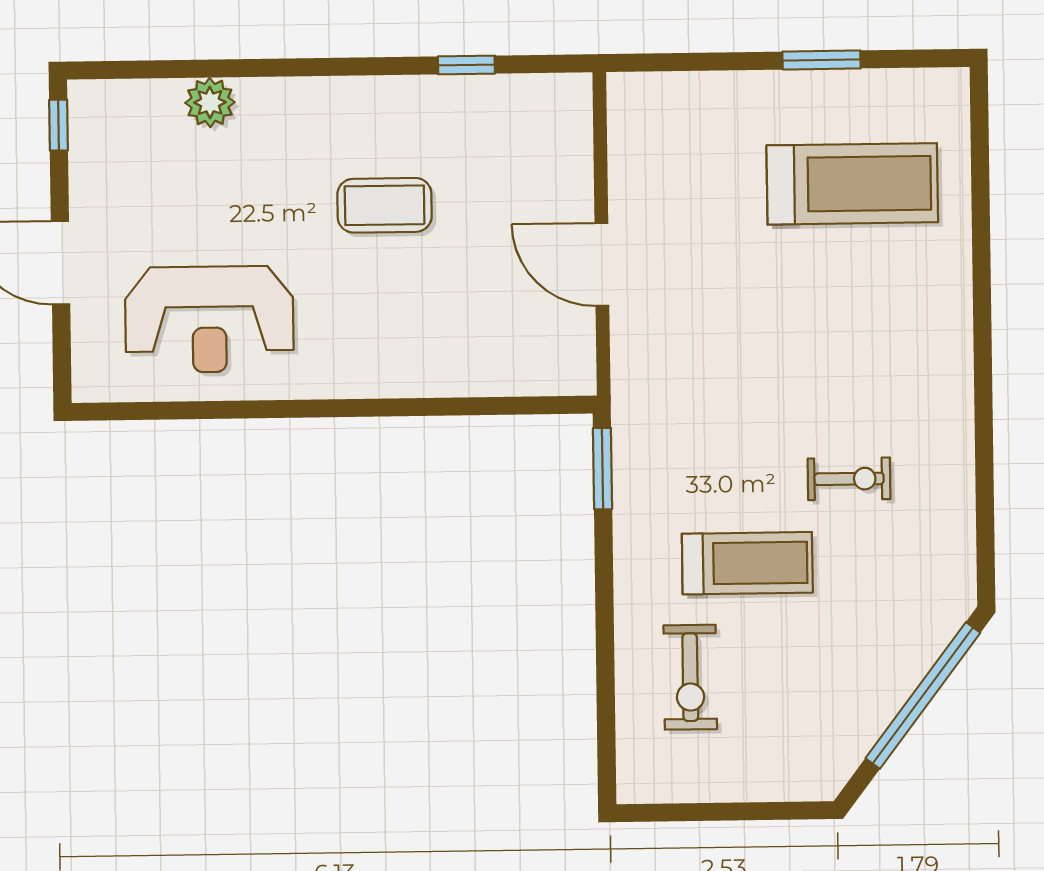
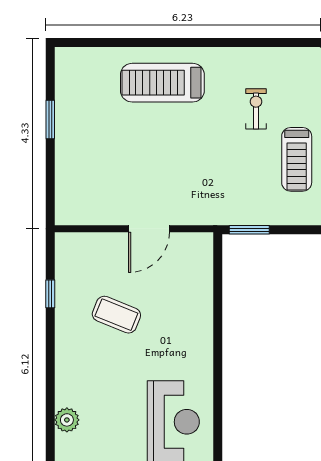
treadmill: (852, 184) -> (162, 83), moved, turned -90
coffee table: (385, 205) -> (116, 315), moved, turned -68
treadmill: (747, 563) -> (297, 159), turned 180

